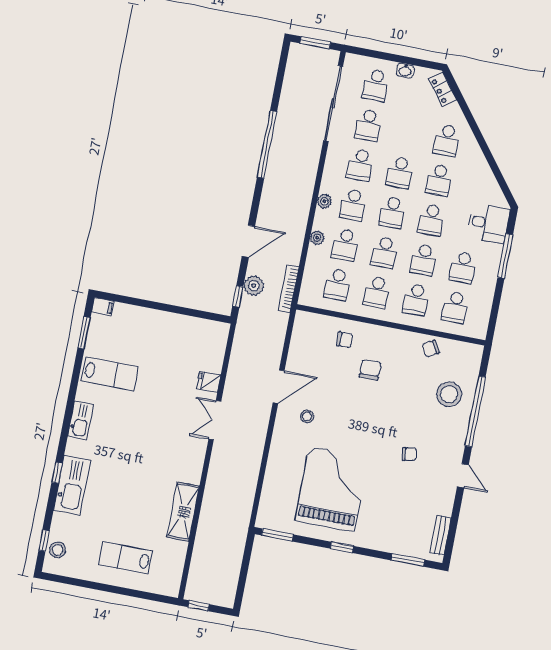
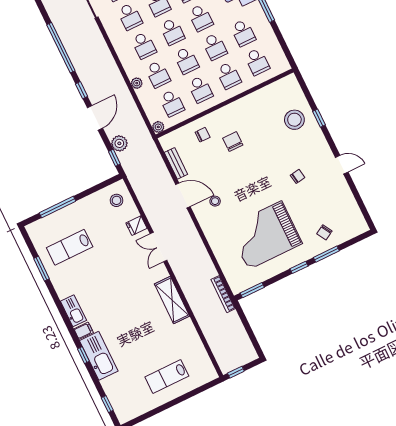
plant: (324, 201) -> (158, 127), moved
window: (256, 203) -> (81, 90), added
bookcase: (289, 288) -> (223, 294), moved
window: (143, 303) -> (57, 207), added
filing cabinet: (103, 307) -> (84, 331), moved
window: (84, 333) -> (41, 269), moved
chair: (431, 349) -> (324, 232), moved
lab bench: (110, 374) -> (70, 247), moved, turned 180
door: (279, 387) -> (183, 196), hinge flipped
window: (475, 411) -> (319, 118), width x0.32
grand piano: (332, 489) -> (265, 235), turned -90
shelving: (183, 512) -> (172, 300), moved
bench: (440, 535) -> (176, 163), moved
stool: (58, 550) -> (117, 200), moved
window: (408, 560) -> (326, 254), moved

